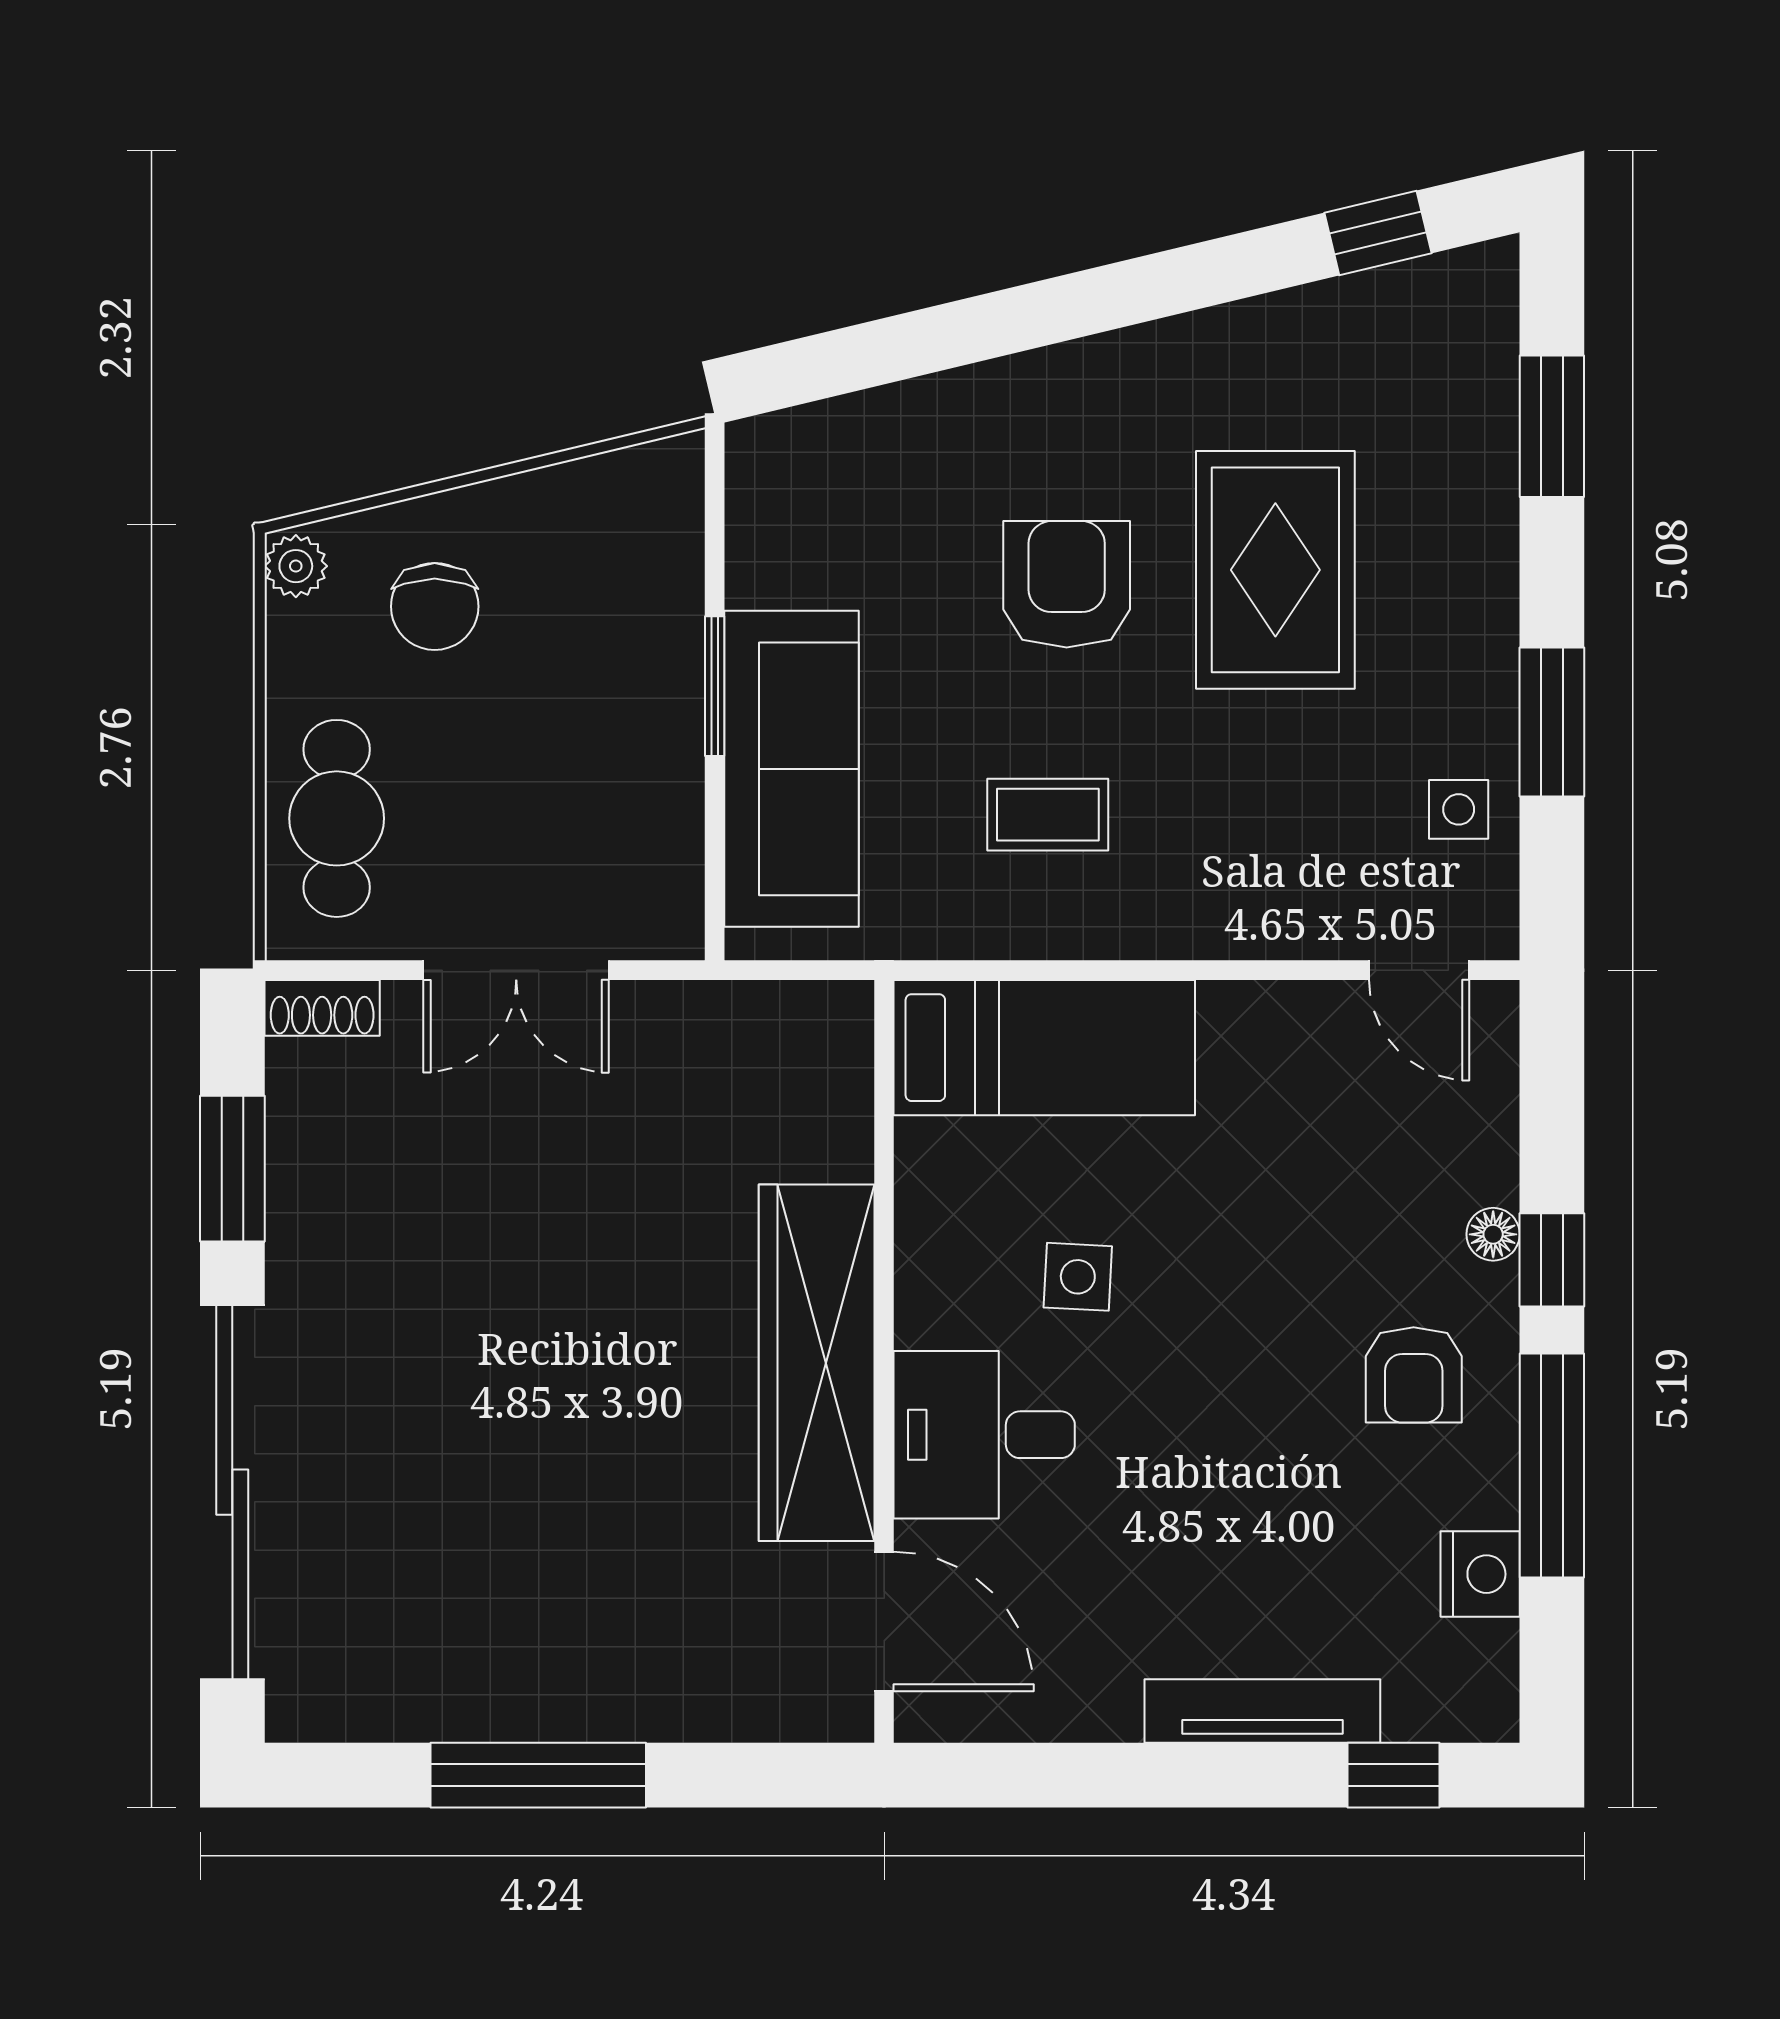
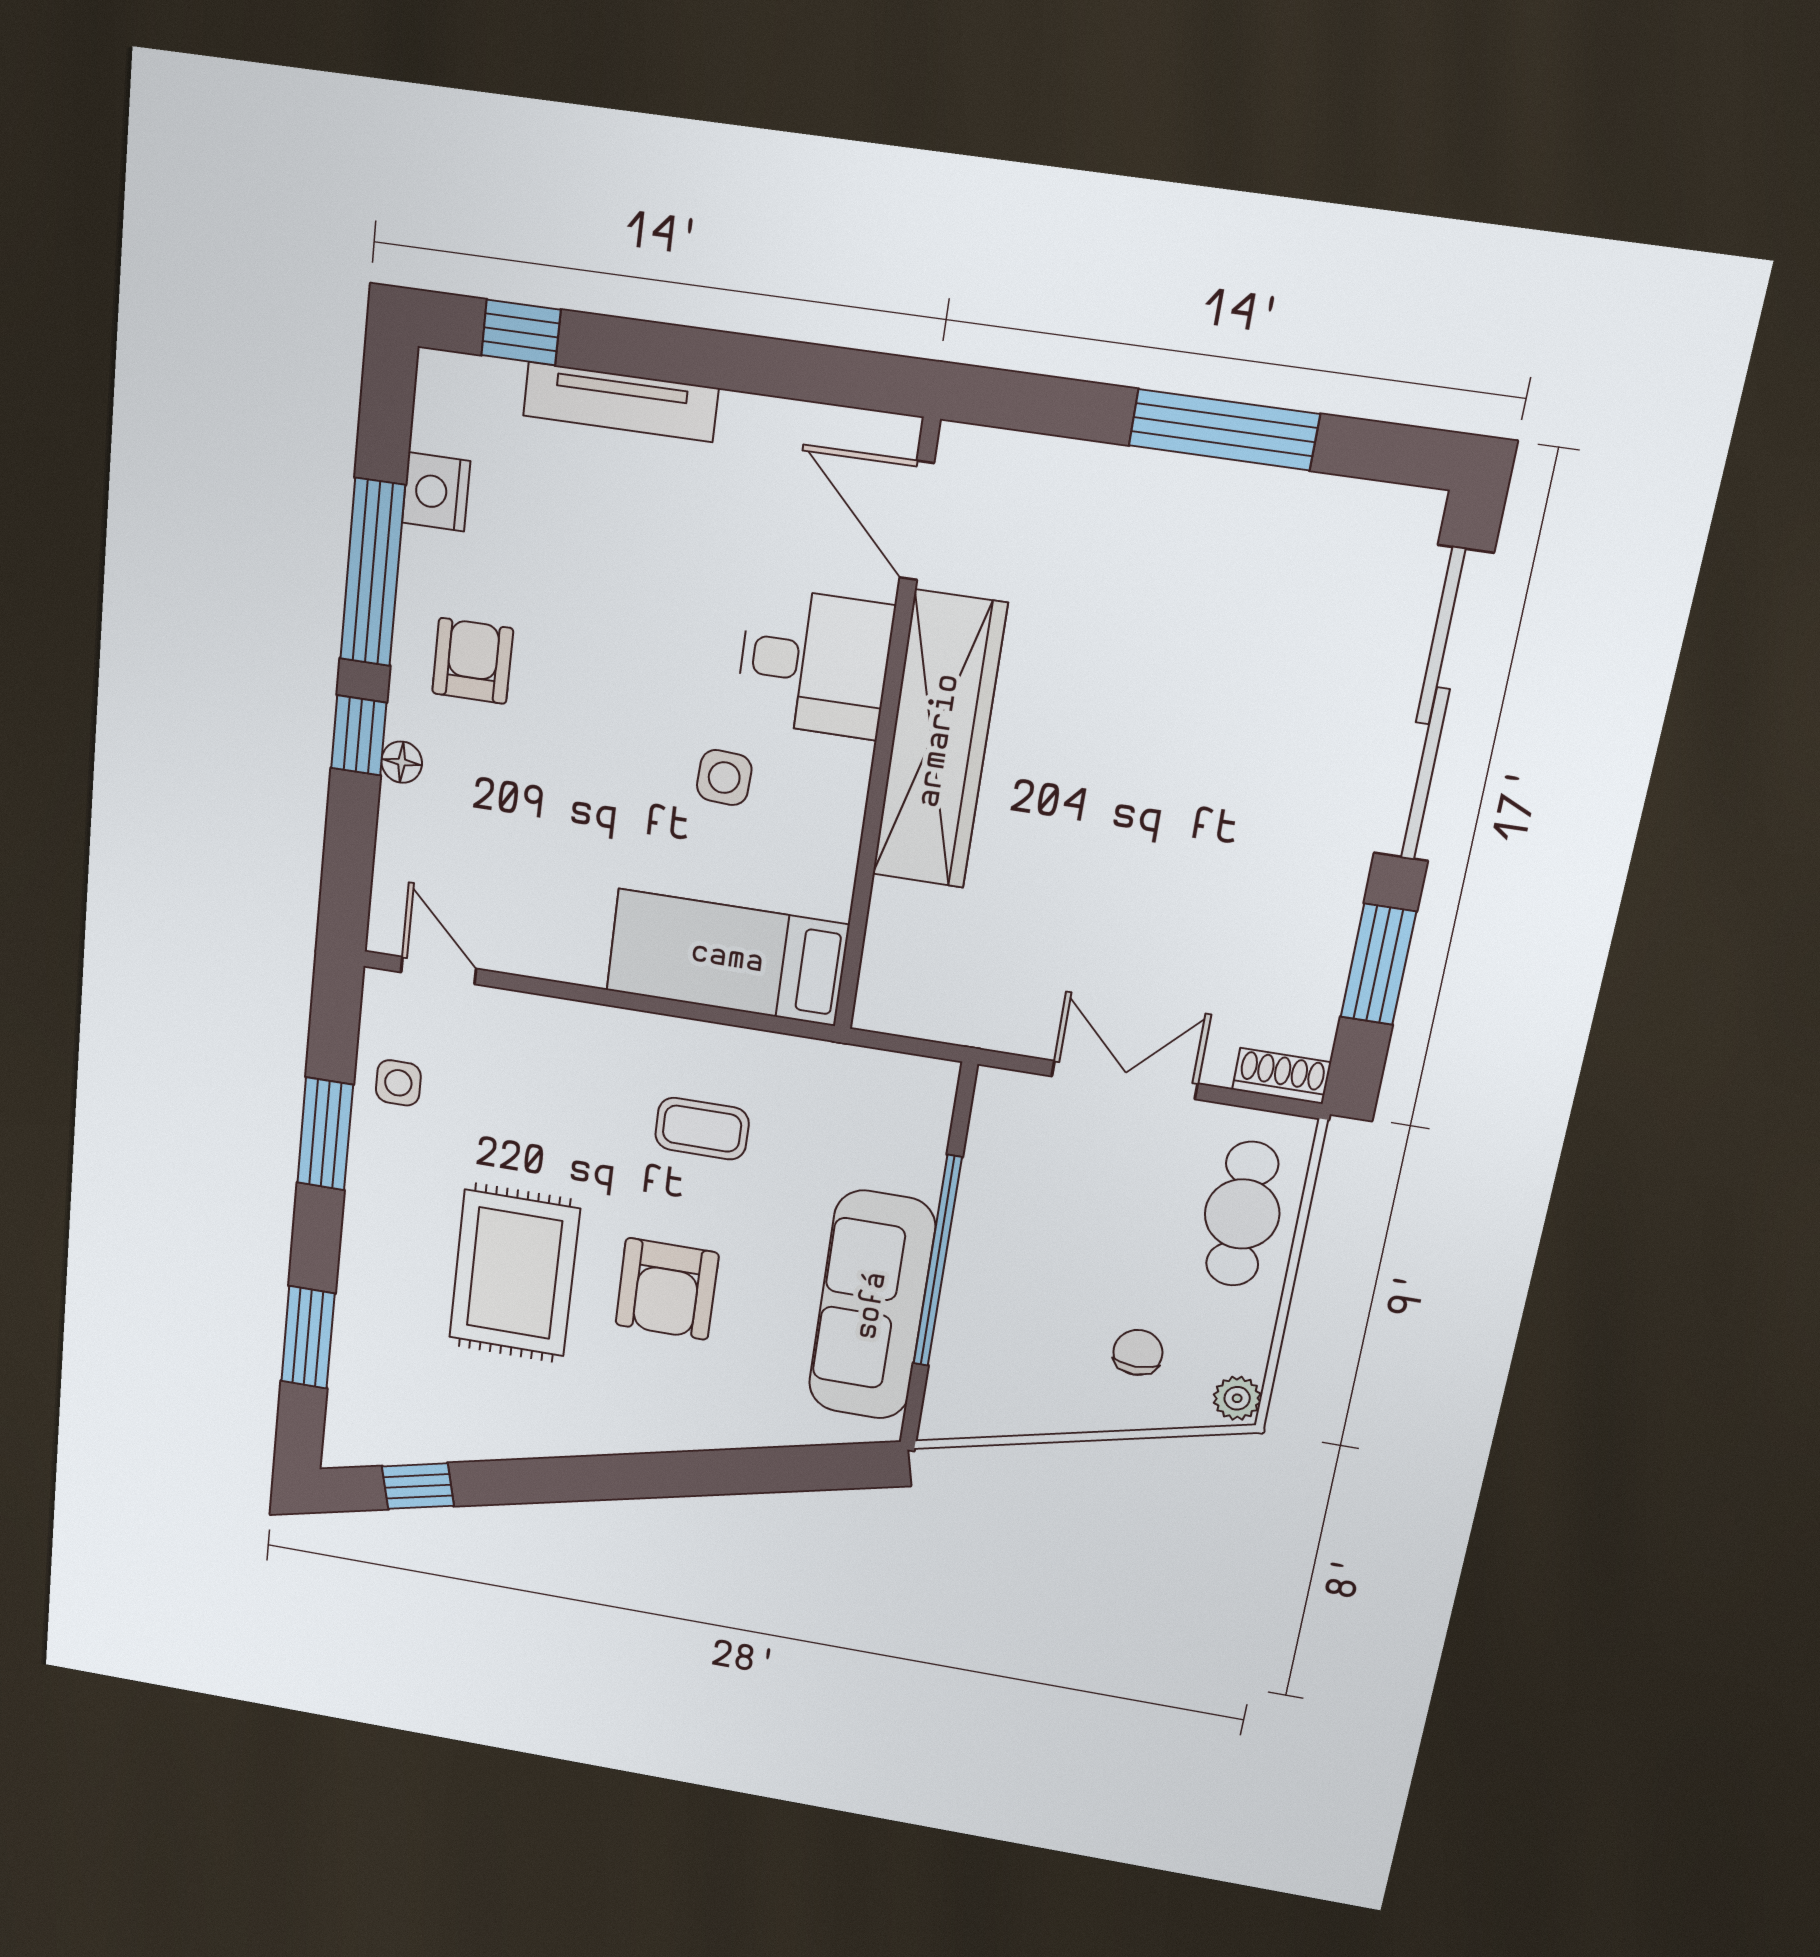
chair: (435, 606) -> (1138, 1352), width x0.73, depth x0.73
window: (715, 686) -> (938, 1261), width x2.11
sofa: (792, 769) -> (872, 1306), moved

